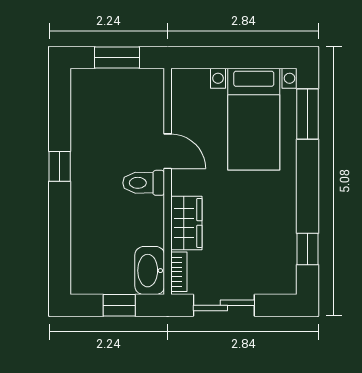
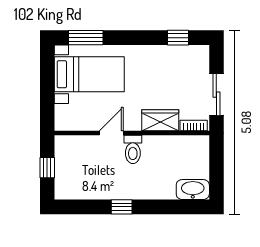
window: (117, 57) -> (47, 168), width x0.67
washbasin: (150, 271) -> (193, 190), moved, turned 180
window: (119, 305) -> (216, 166), removed

